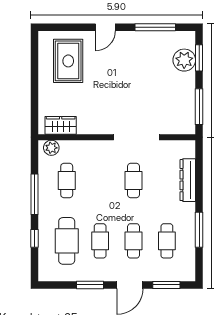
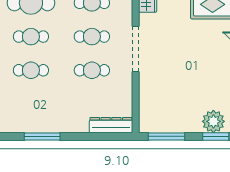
doorway: (136, 137) -> (136, 49), moved
dresser: (188, 180) -> (111, 125), moved
cafe table: (167, 241) -> (92, 37), moved

